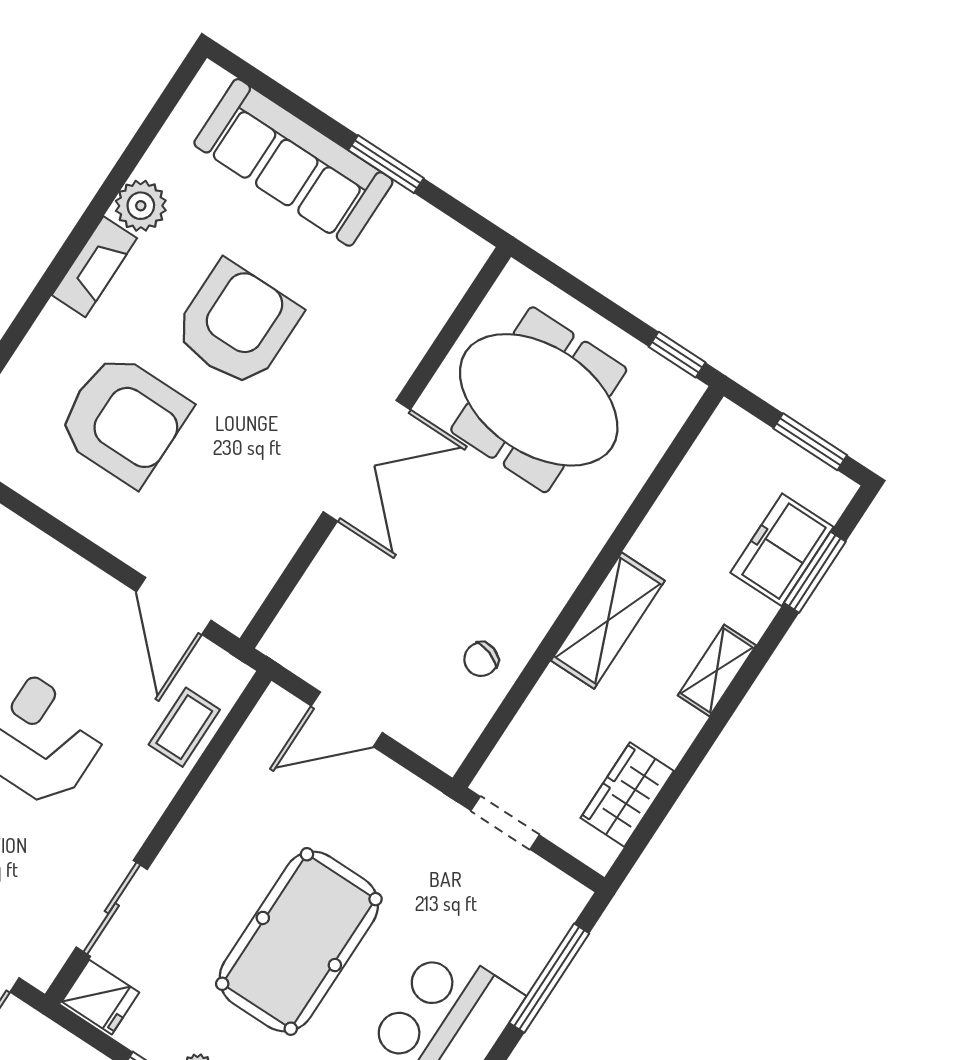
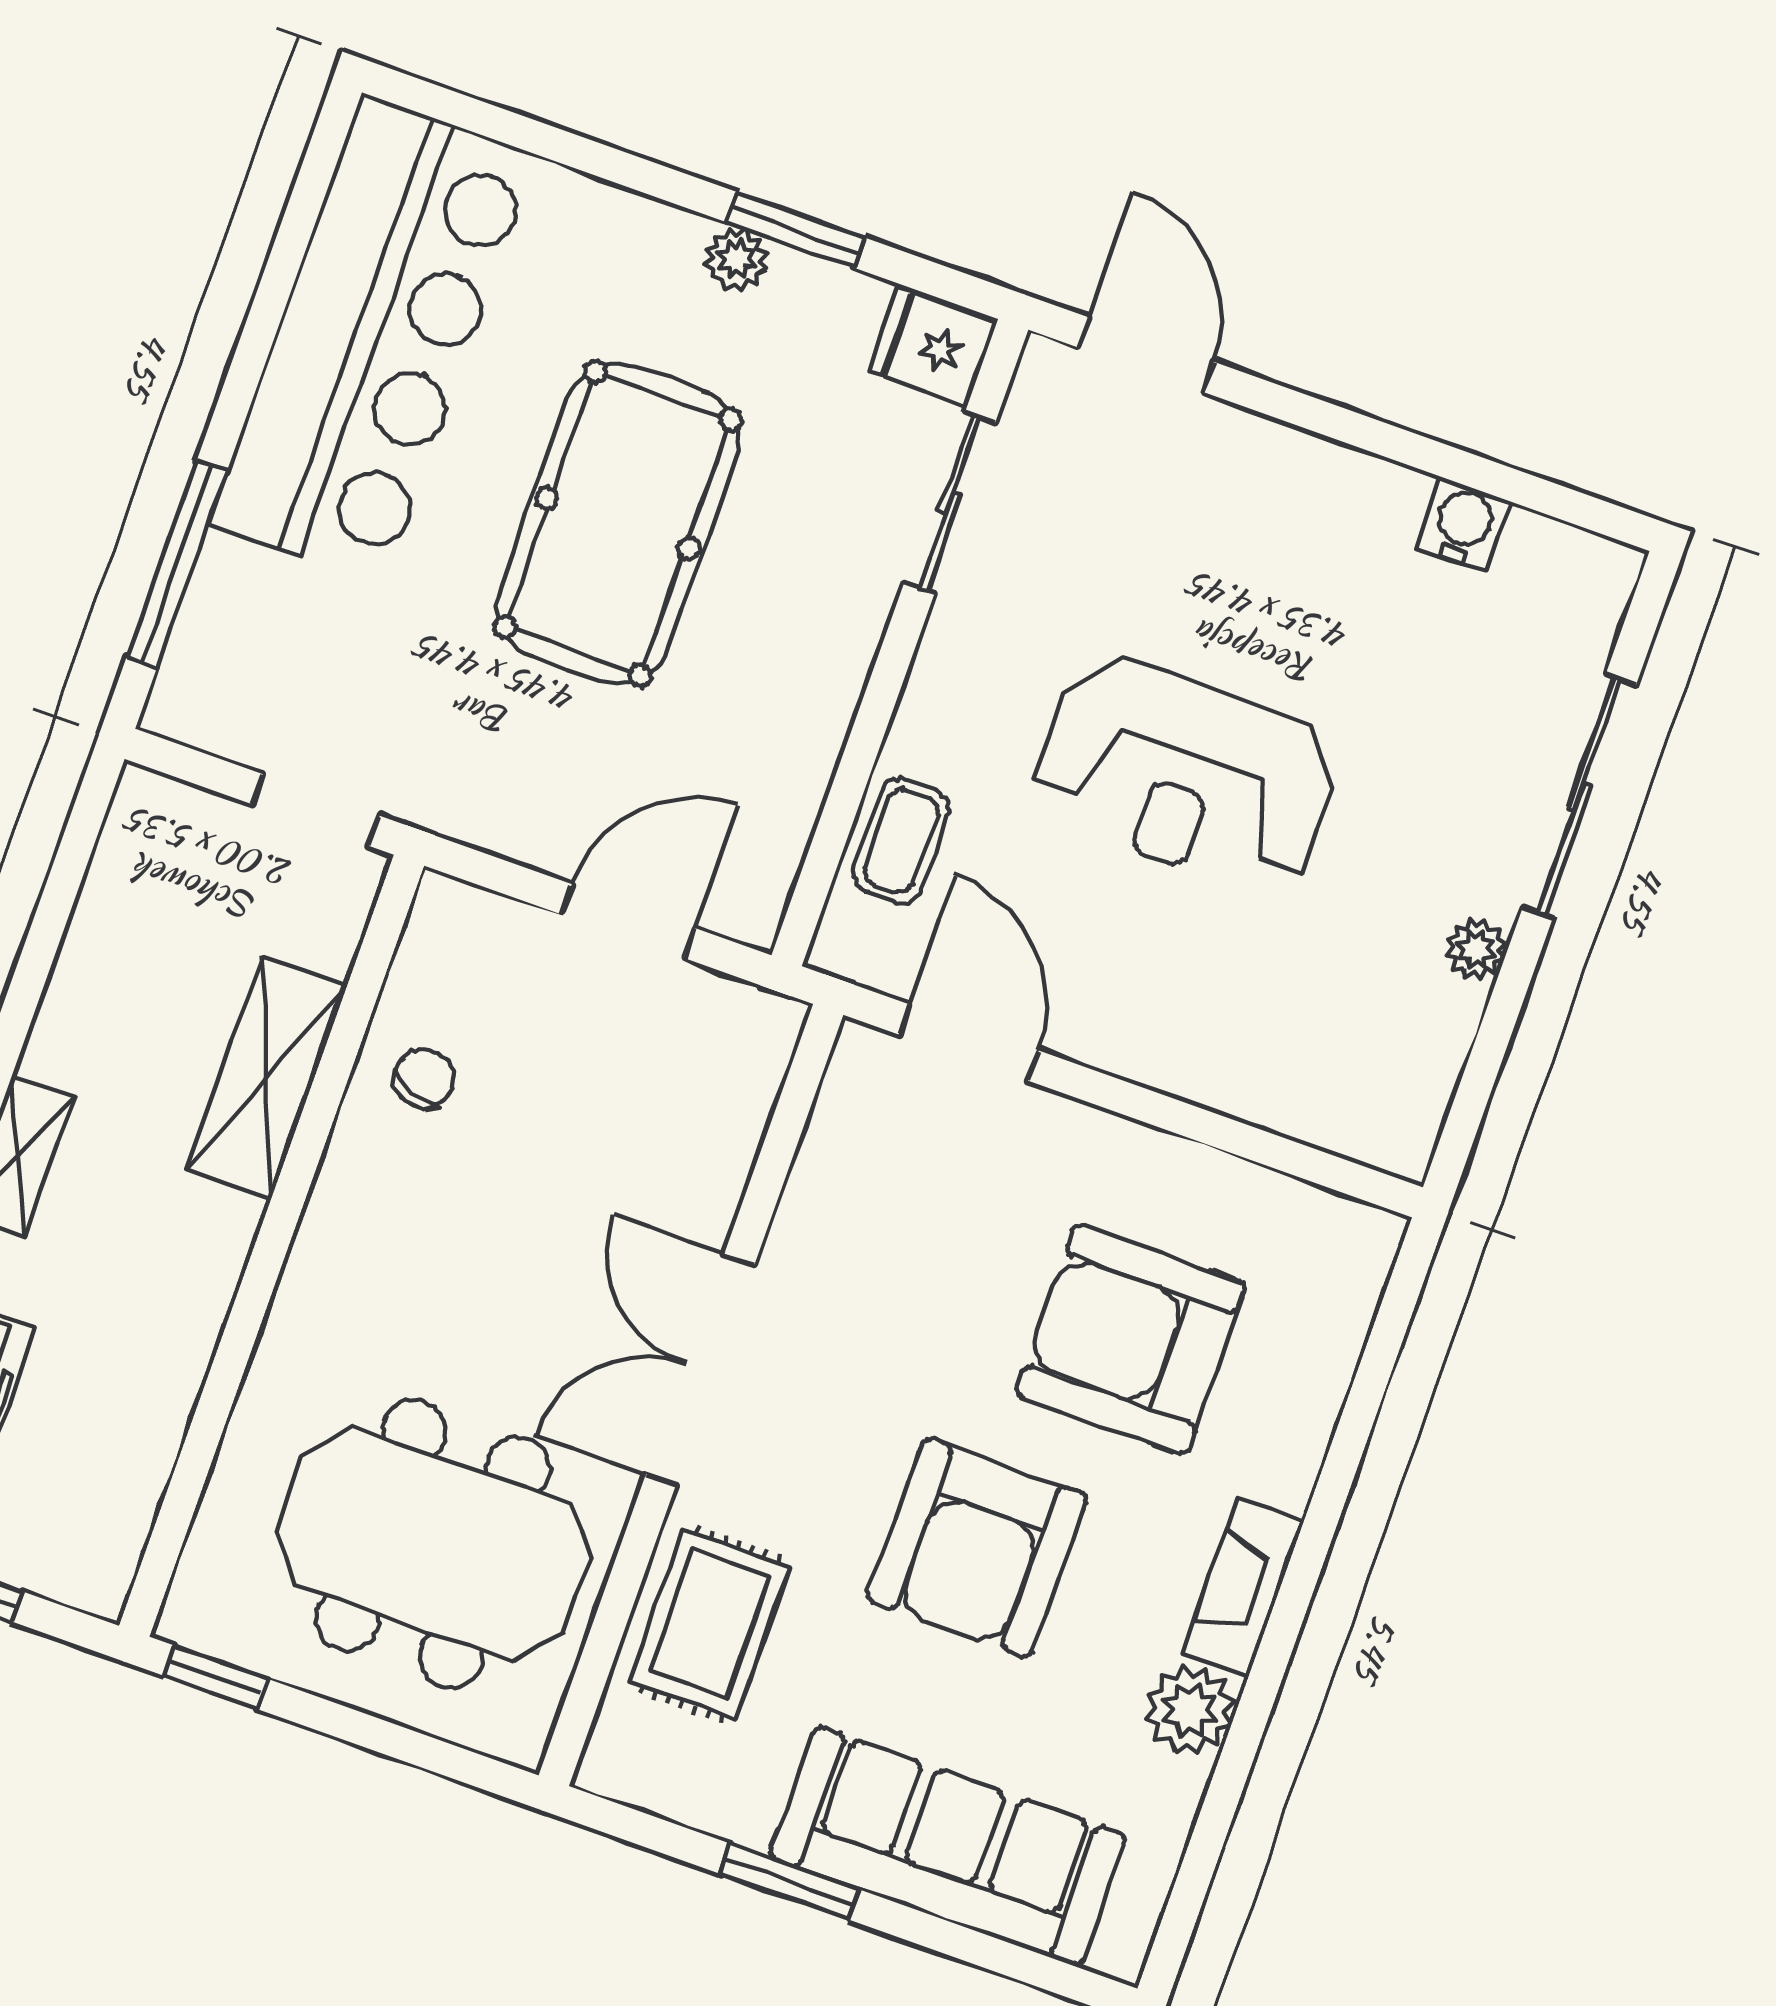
rug: (396, 318) -> (710, 1624), added
shelving: (608, 621) -> (267, 1077), moved
wardrobe: (627, 794) -> (120, 909), removed

